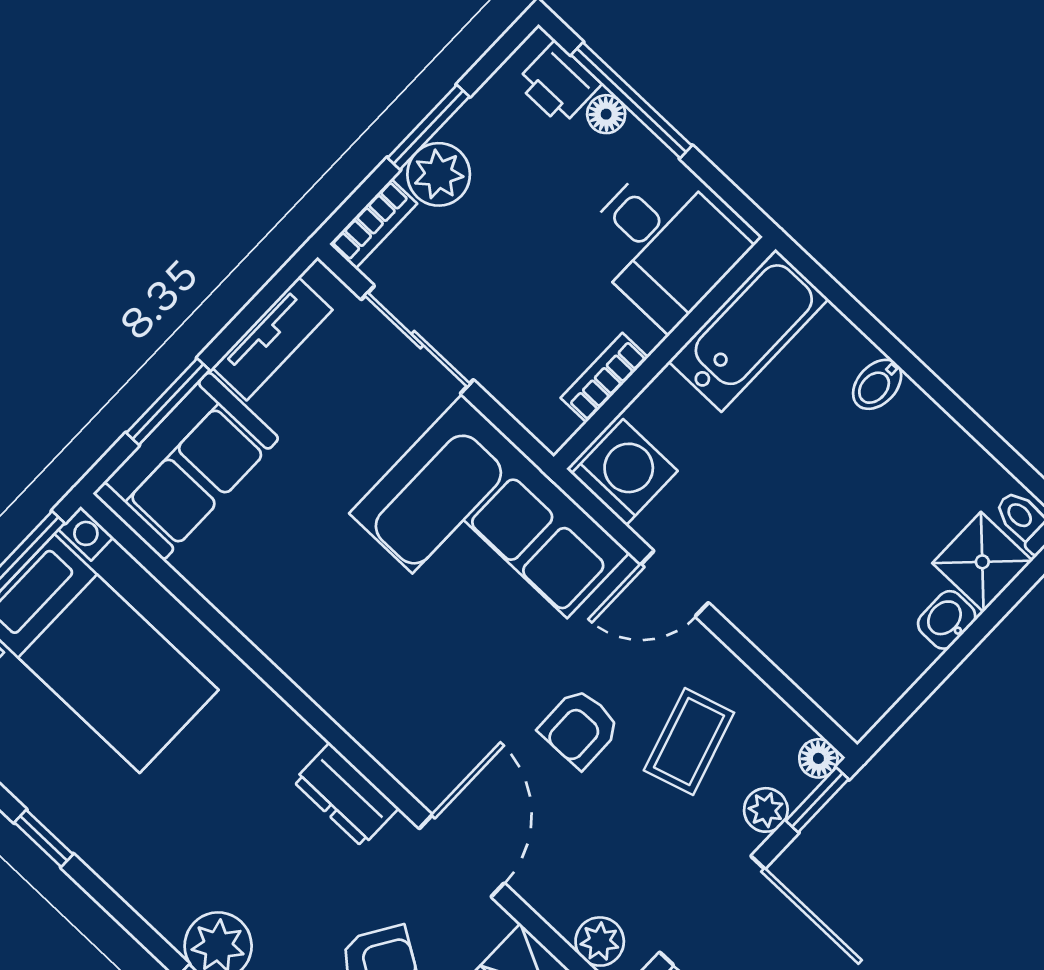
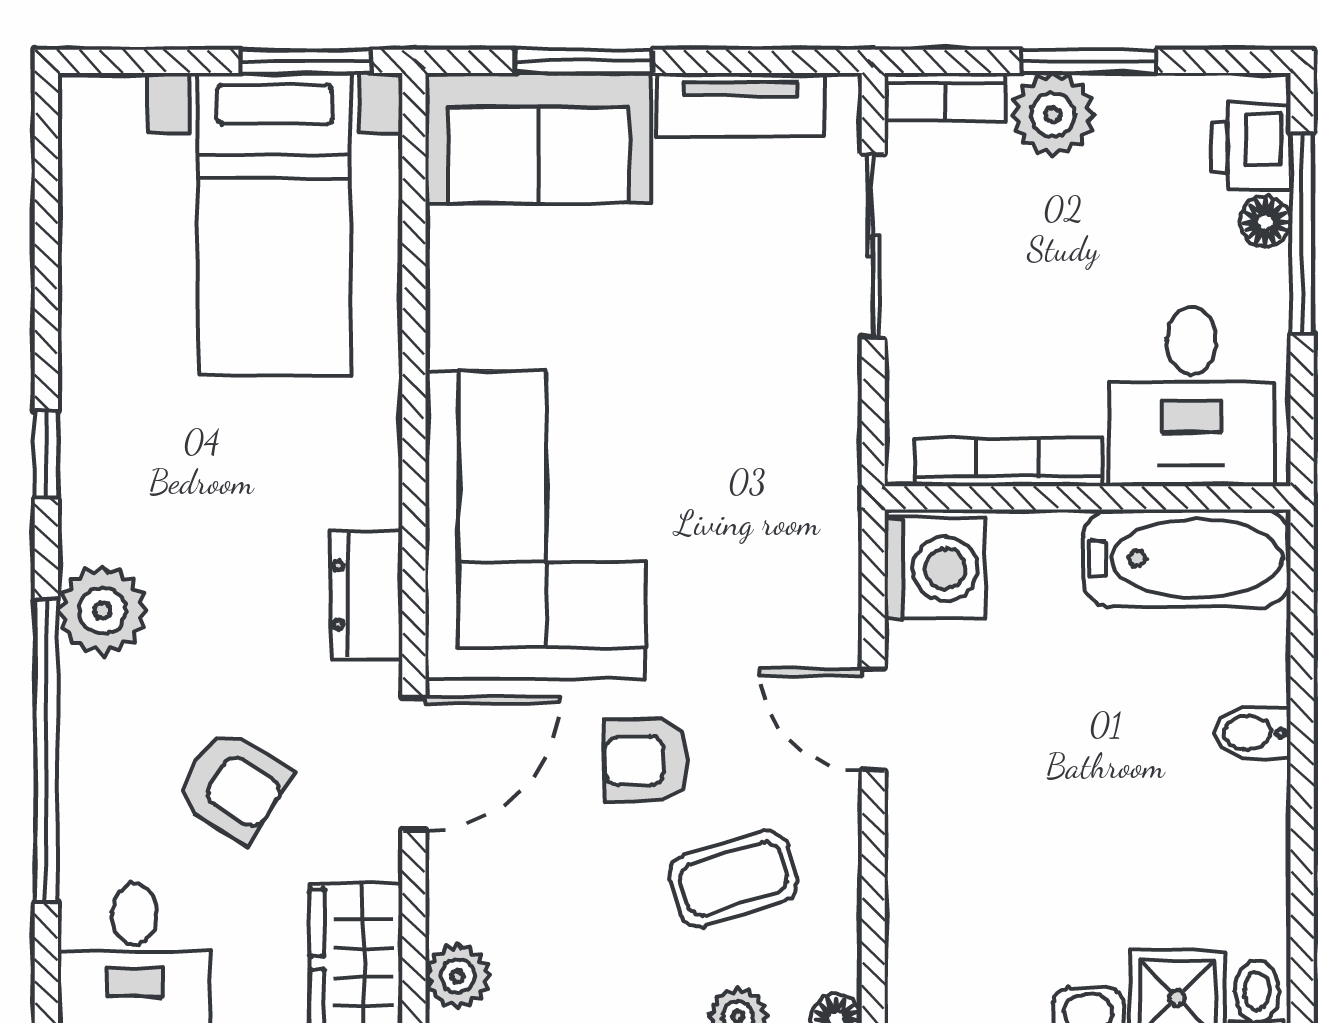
bookcase: (604, 378) -> (1008, 462), width x1.56
corner sofa: (489, 533) -> (535, 525), moved, turned 180
window: (44, 838) -> (46, 454), moved

